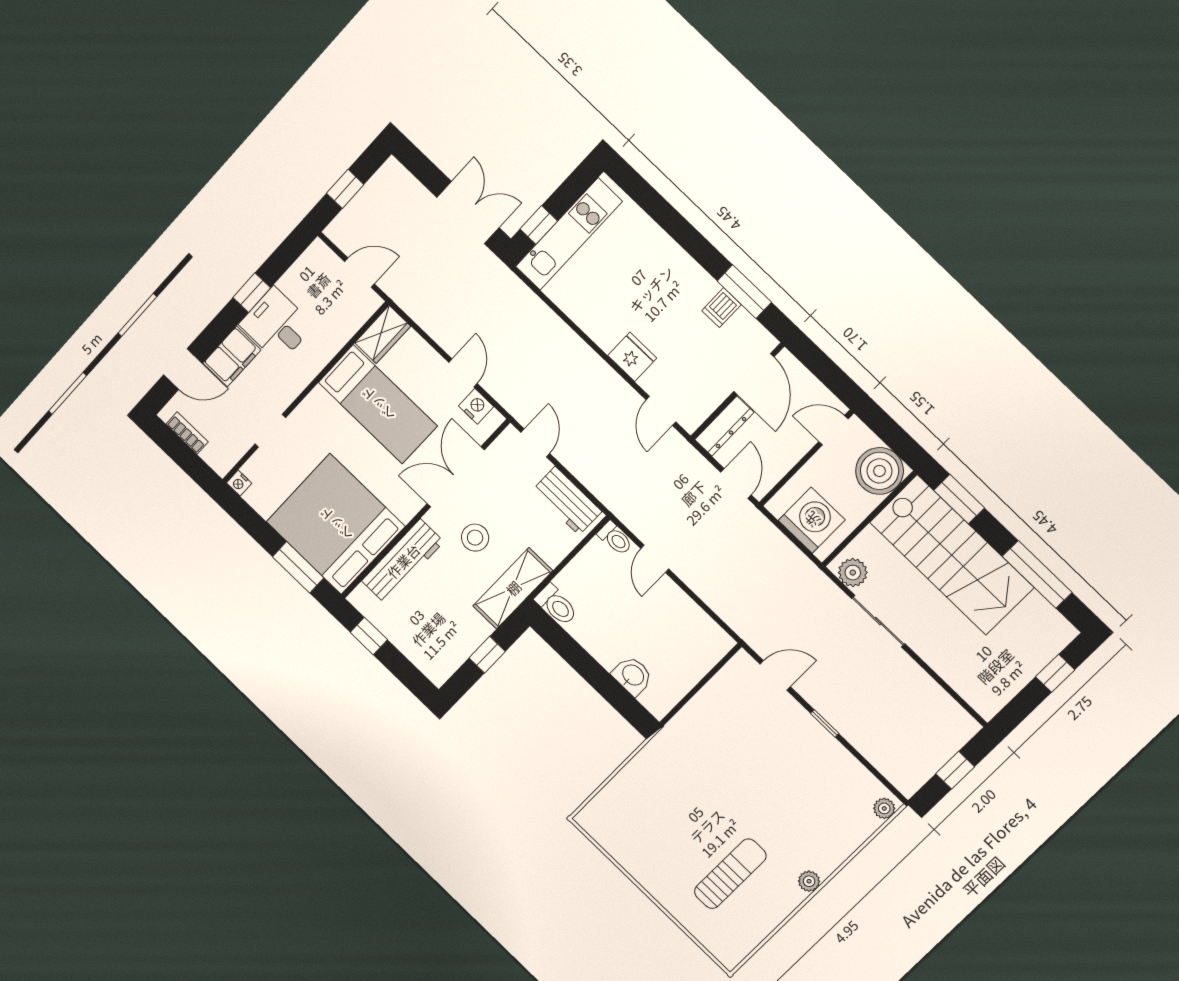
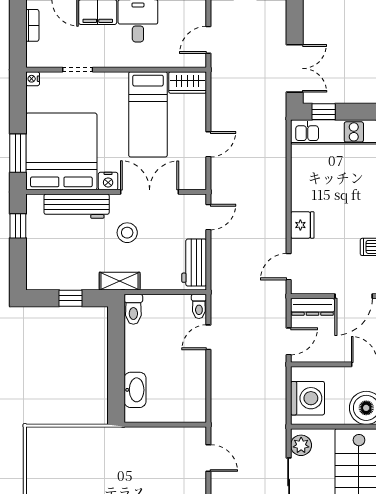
door: (360, 273) -> (208, 40), swing flipped
nightstand: (476, 406) -> (108, 181), moved, turned 90
shelving: (513, 588) -> (120, 281), width x0.67, depth x0.75
washbasin: (633, 676) -> (135, 390), width x1.38

